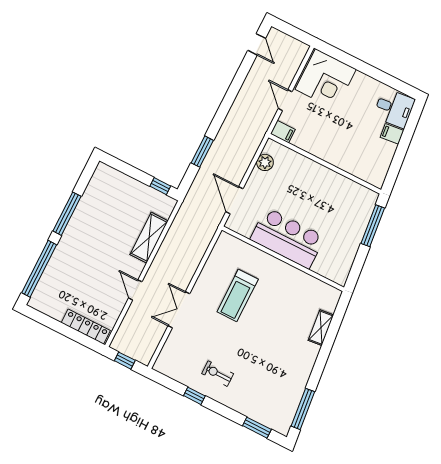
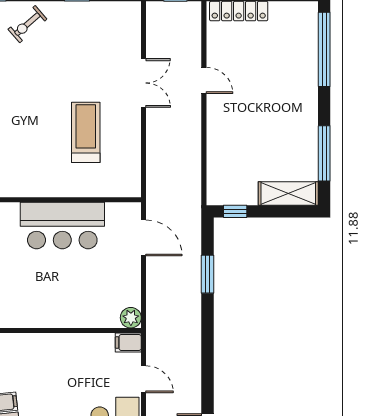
plant: (265, 162) -> (131, 318), moved
window: (67, 214) -> (324, 153), moved
shelving: (149, 238) -> (288, 193), moved, turned 90
exercise bike: (218, 374) -> (27, 24), moved, turned 139

